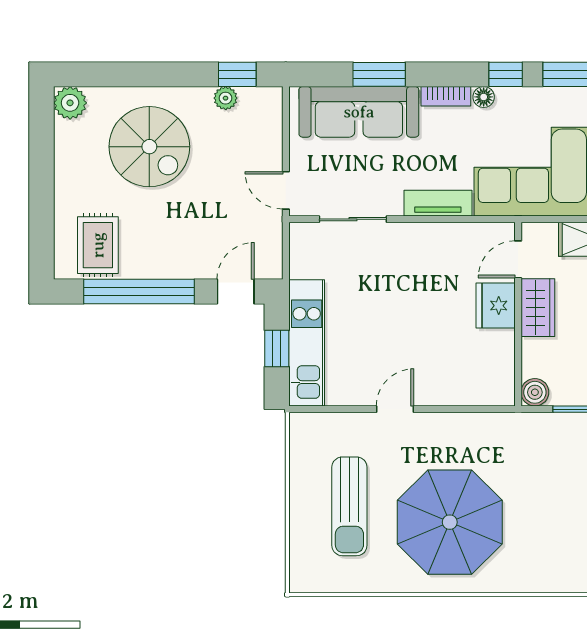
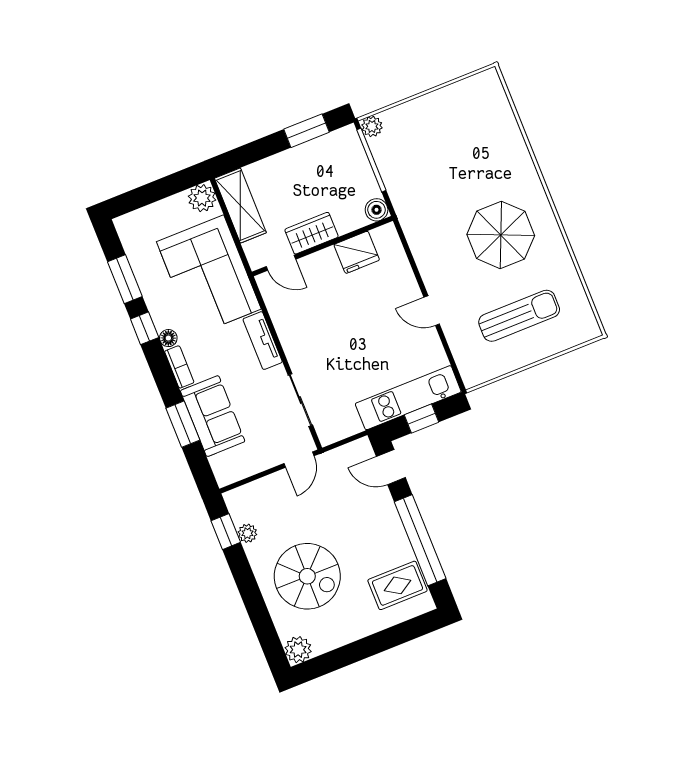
sofa: (359, 112) -> (213, 416), width x0.73
spiral stairs: (149, 147) -> (307, 576), turned 90
fridge: (496, 306) -> (357, 252), moved
parasol: (450, 522) -> (501, 235), width x0.73, depth x0.73

